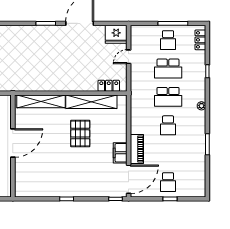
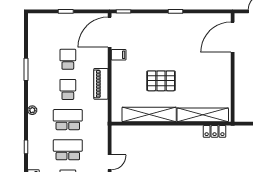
locker: (109, 86) -> (215, 131), moved
pallet: (80, 133) -> (161, 81), turned 90
door: (13, 143) -> (233, 37), moved
piano: (137, 149) -> (101, 84), moved
filing cabinet: (120, 153) -> (119, 55), width x0.50
school desk: (168, 182) -> (68, 59), moved

